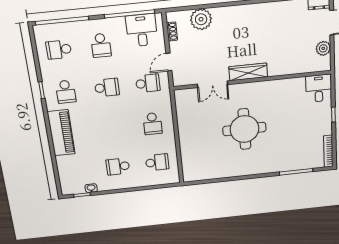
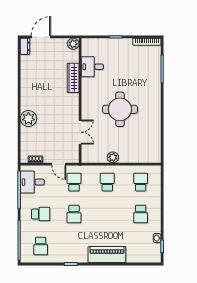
plant: (201, 19) -> (28, 118), moved
plant: (323, 48) -> (73, 44), moved
wardrobe: (248, 72) -> (73, 78), moved
school desk: (107, 88) -> (74, 214), turned 180
desk: (319, 88) -> (92, 67), moved
school desk: (66, 92) -> (74, 246), removed
school desk: (153, 124) -> (107, 182), turned -90
plant: (184, 127) -> (113, 157), added

